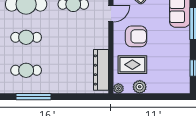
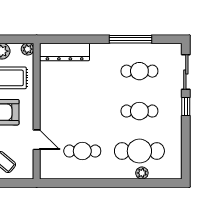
door: (111, 14) -> (37, 140), swing flipped
dresser: (101, 70) -> (65, 52), moved, turned 90

